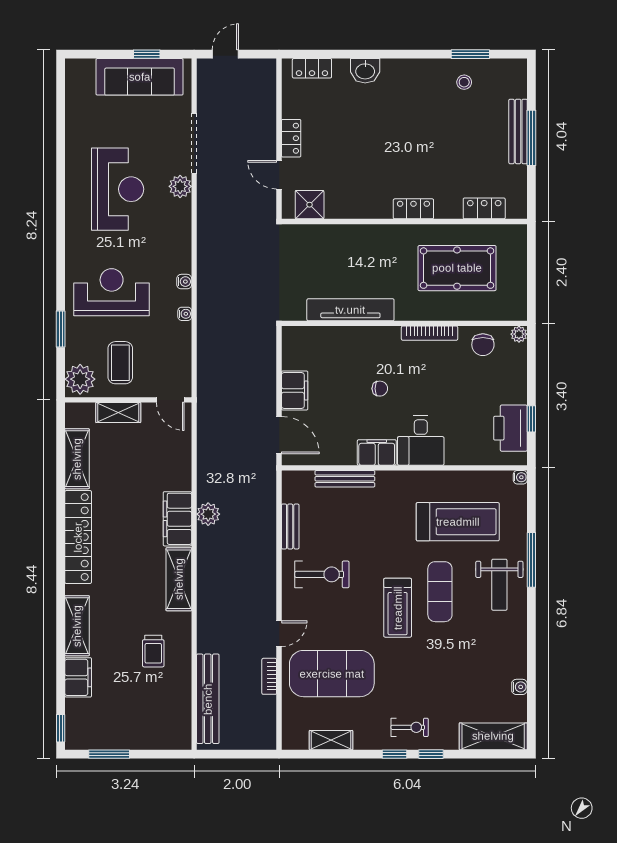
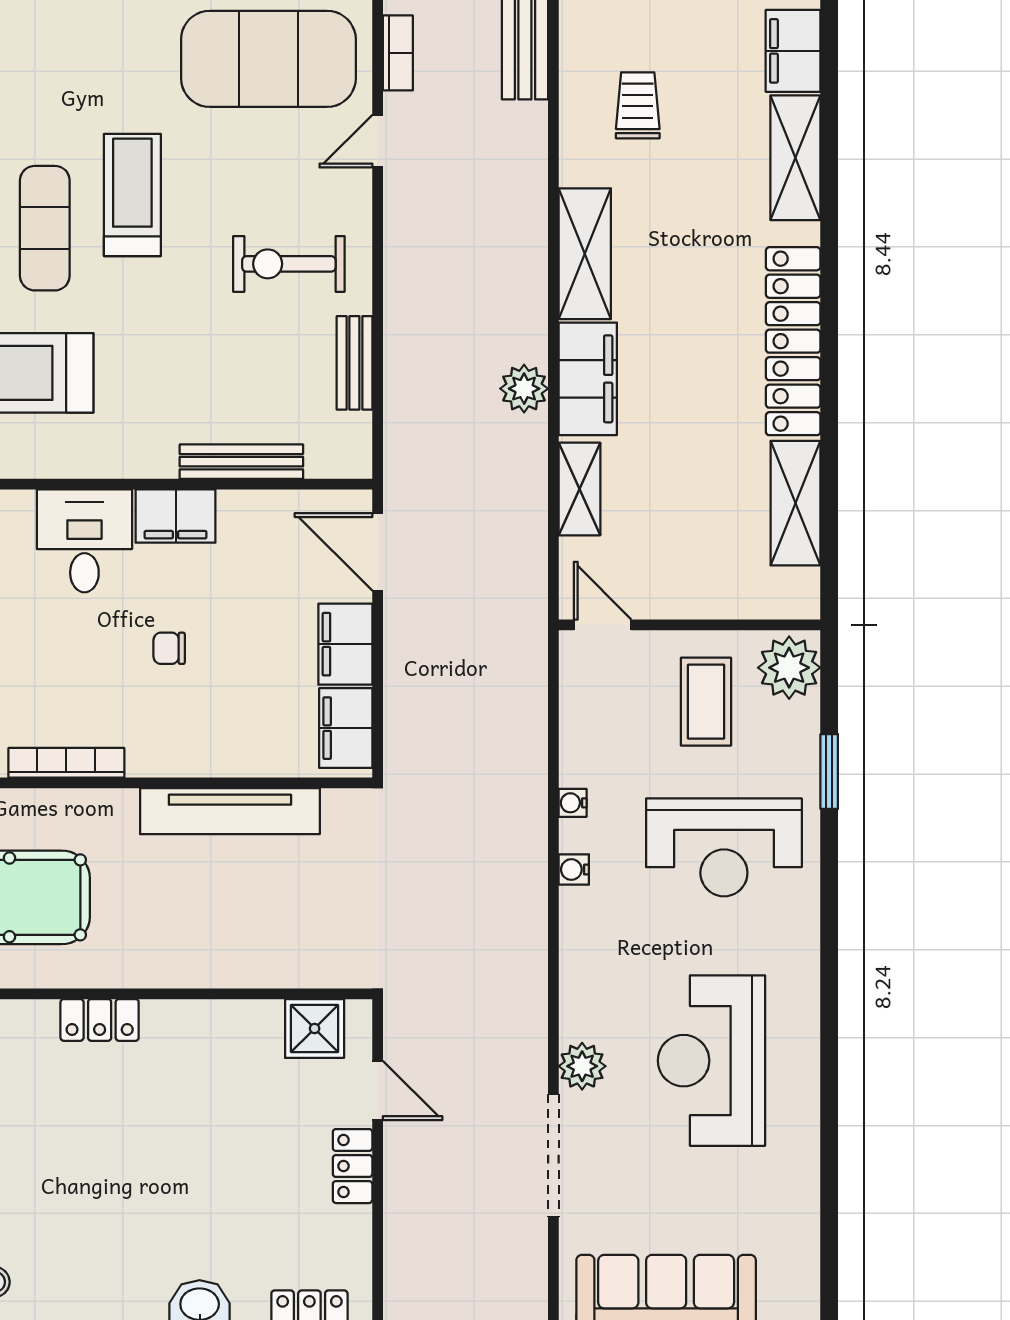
filing cabinet: (294, 350) -> (346, 728), added
shelving: (118, 413) -> (579, 489), moved, turned 90

